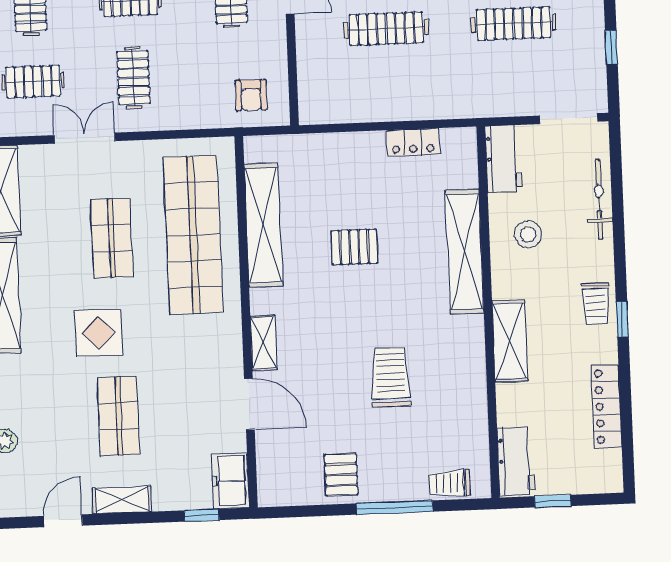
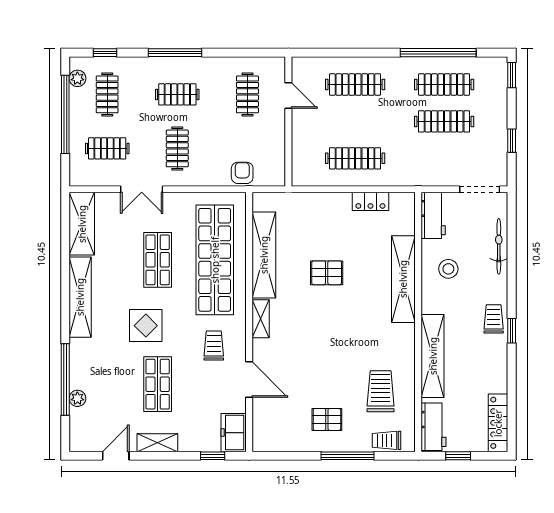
clothes rail: (386, 29) -> (355, 158), moved
armchair: (251, 95) -> (242, 173), moved, turned 180
double door: (85, 138) -> (142, 189), swing flipped
trolley: (596, 303) -> (494, 319), turned 180
shelving: (510, 341) -> (433, 356), width x1.47
shelving: (264, 343) -> (261, 319), moved
trolley: (197, 358) -> (214, 346), added
trolley: (390, 377) -> (381, 391), moved
locker: (606, 406) -> (498, 423), moved
pallet: (341, 475) -> (327, 419), moved, turned 90

